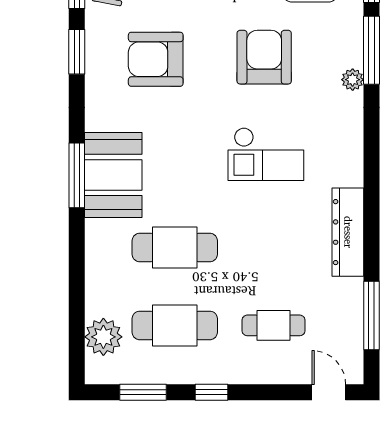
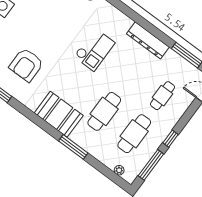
armchair: (264, 57) -> (57, 23), removed
window: (77, 175) -> (73, 147), moved
plant: (103, 337) -> (119, 170), width x0.53, depth x0.53
window: (143, 392) -> (151, 165), width x1.44

